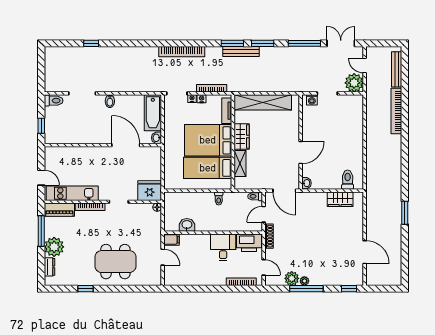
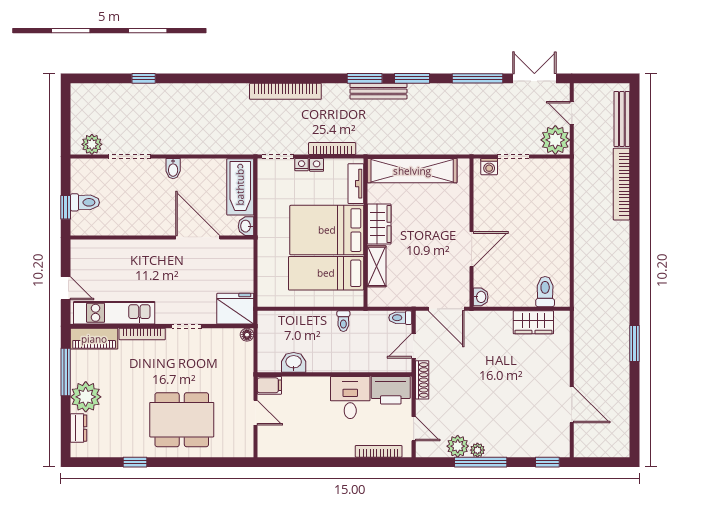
plant: (58, 86) -> (92, 144), added
toilet: (54, 101) -> (85, 202), moved

